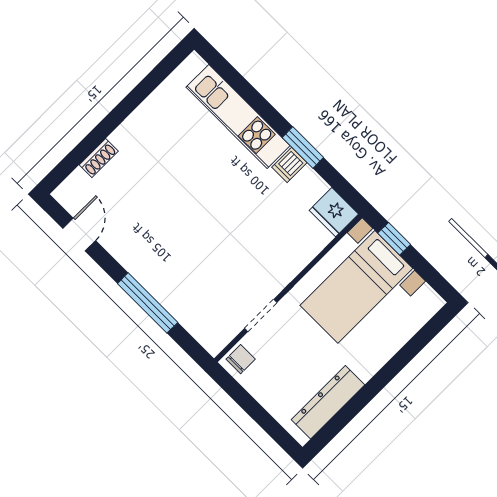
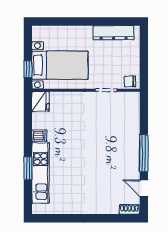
window: (303, 147) -> (28, 168), moved
shoe rack: (99, 158) -> (129, 209), moved
door: (79, 235) -> (144, 188), hinge flipped
window: (148, 303) -> (144, 153), moved

